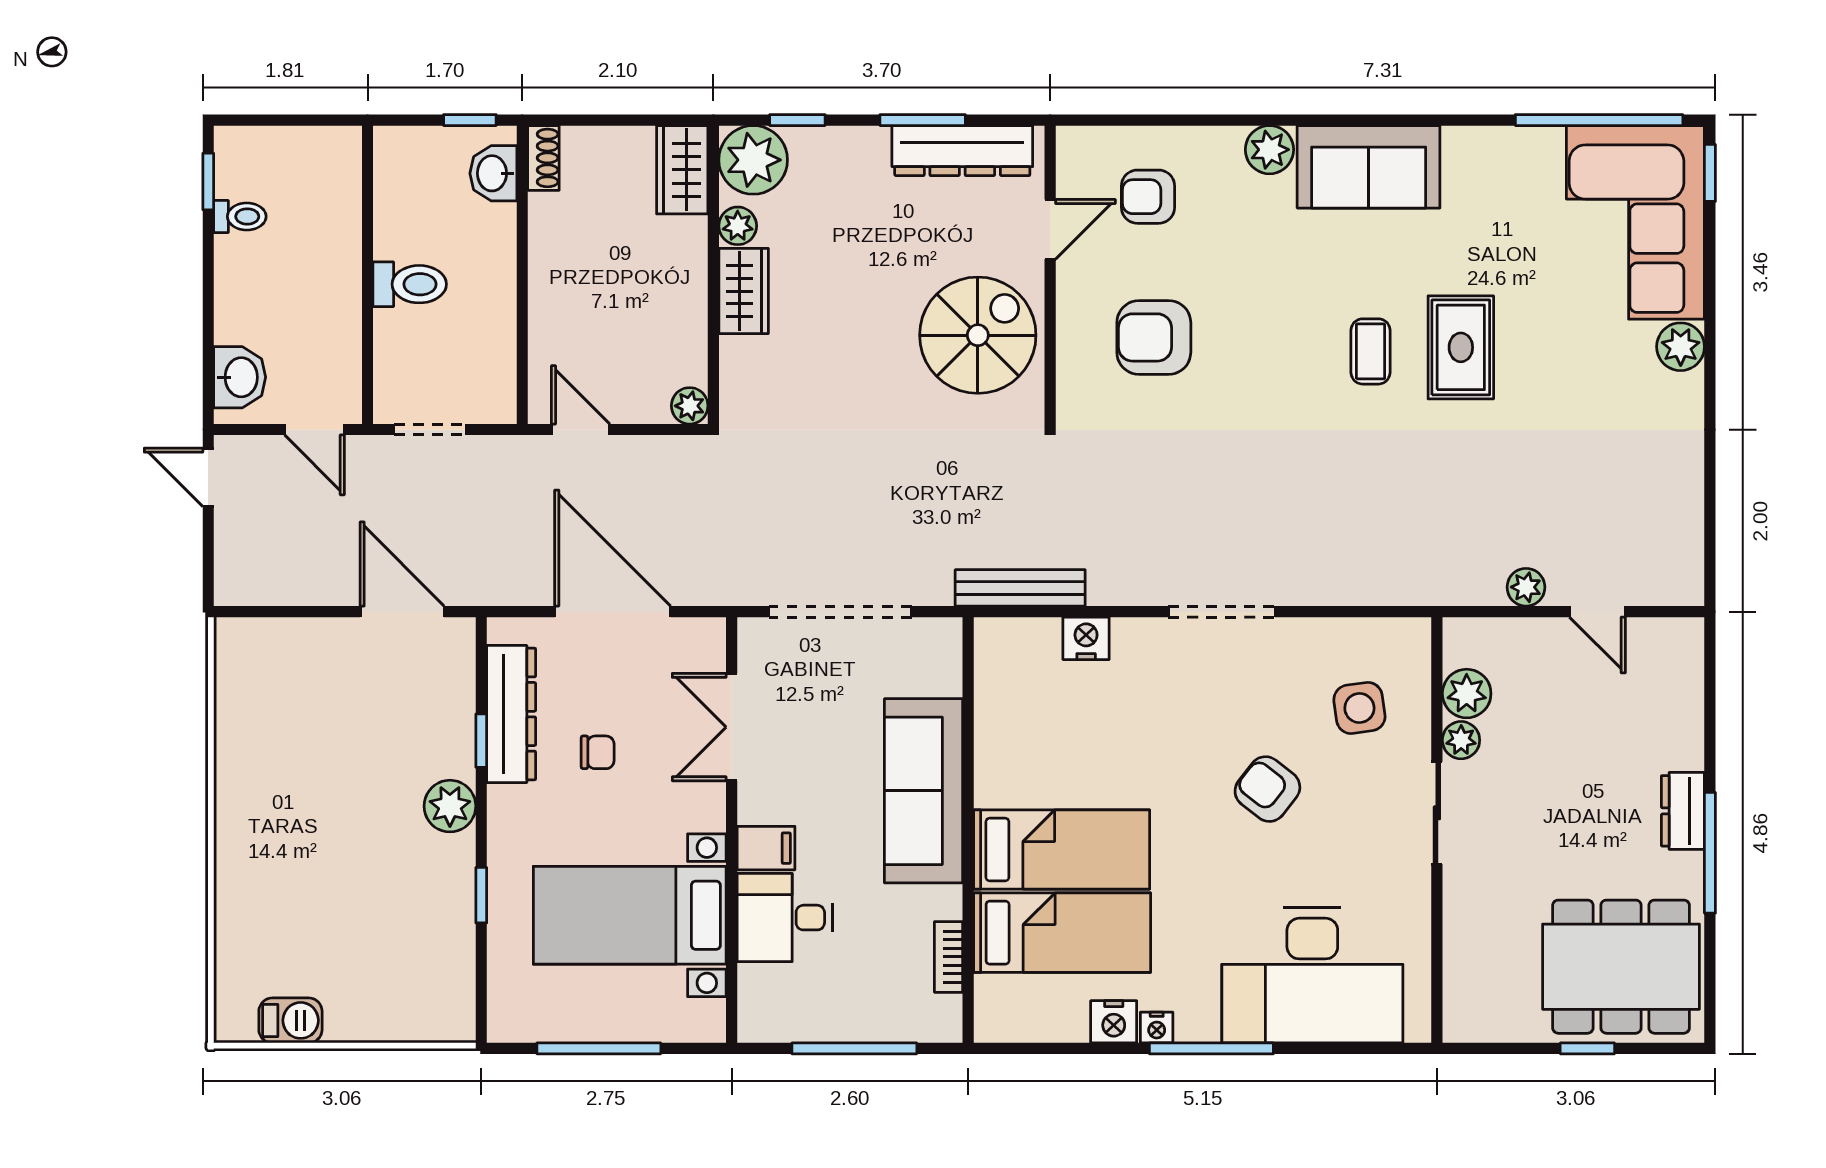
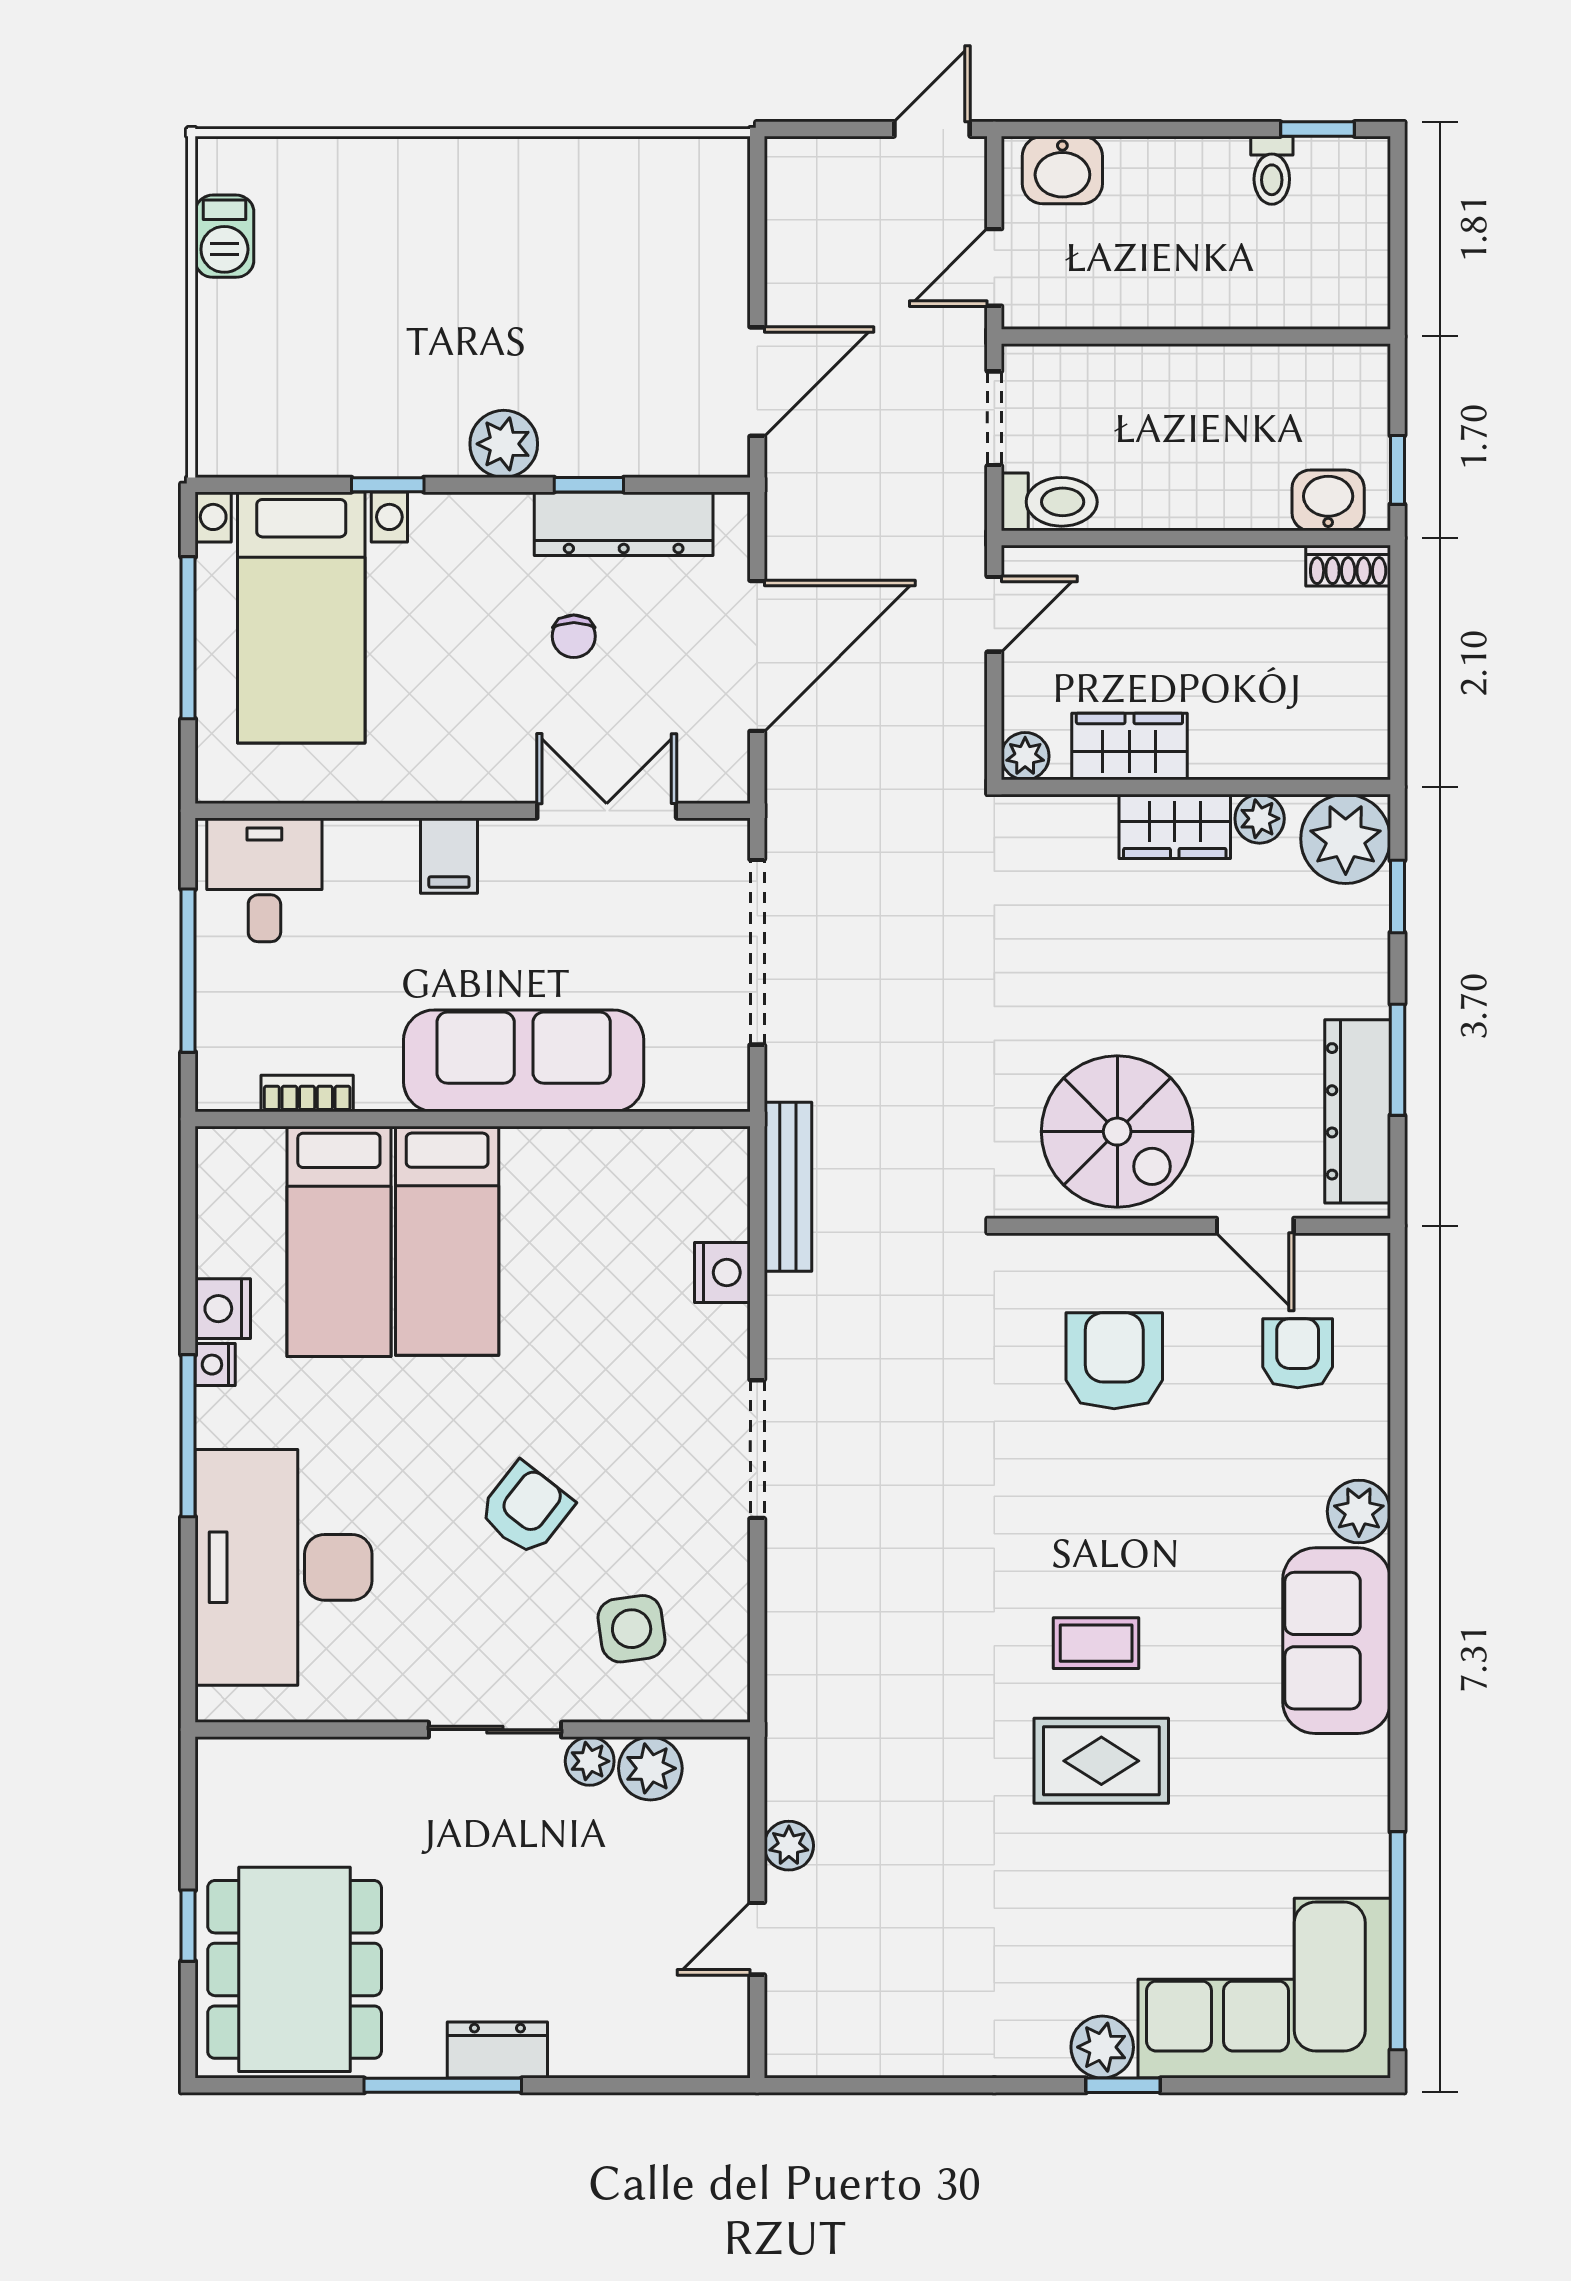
wardrobe: (682, 170) -> (1129, 747), moved
window: (1710, 173) -> (1123, 2085), moved
toilet: (410, 284) -> (1049, 502), moved, turned -90
bed with nightstands: (630, 915) -> (301, 617), moved, turned 180
desk: (785, 918) -> (264, 880), moved

